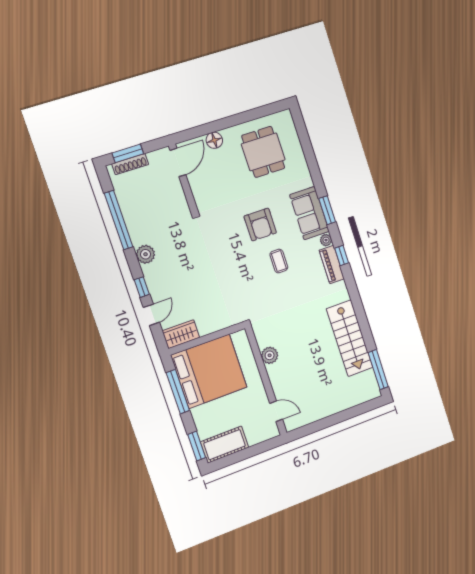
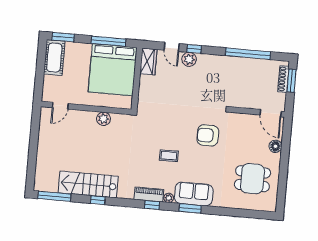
armchair: (260, 225) -> (208, 135), moved
plant: (146, 254) -> (189, 59), moved
window: (362, 319) -> (98, 200), added

